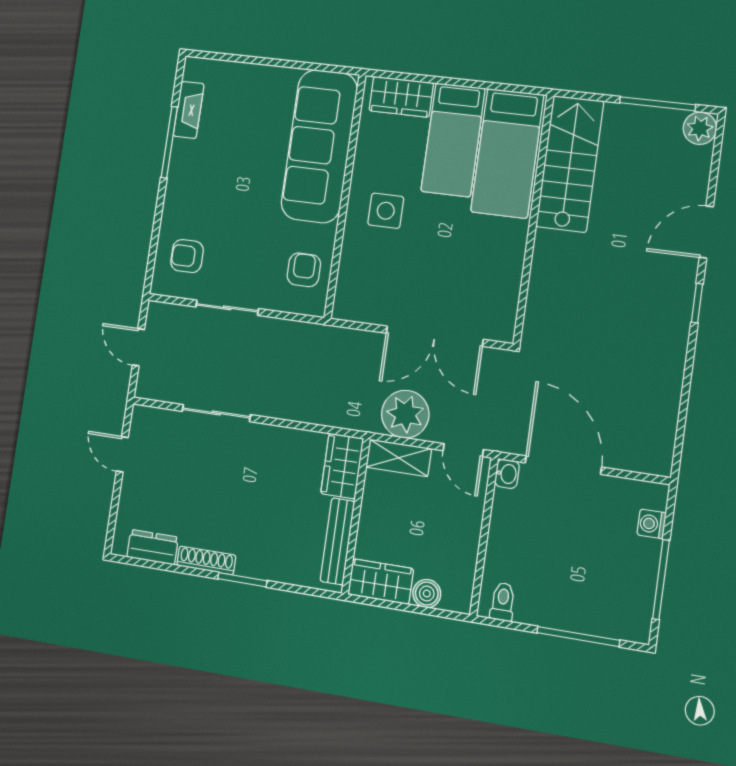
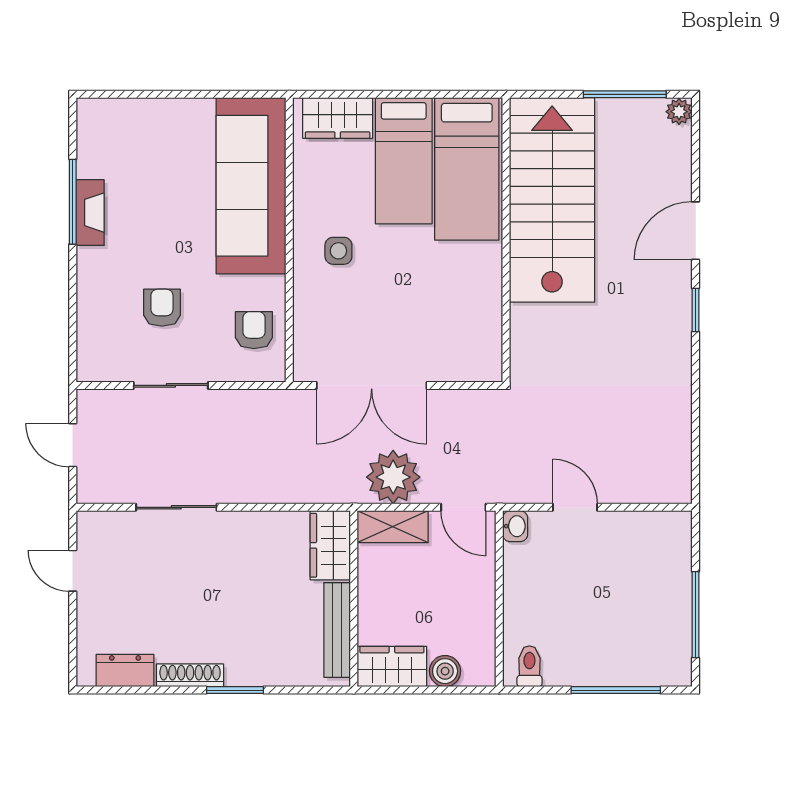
fireplace: (189, 110) -> (90, 213), moved
plant: (700, 128) -> (679, 112), width x0.73, depth x0.73
stairs: (570, 164) -> (552, 200), width x1.36, depth x1.51
side table: (386, 211) -> (338, 251), width x0.73, depth x0.73
armchair: (187, 256) -> (162, 308), moved, turned 90
double door: (435, 336) -> (372, 385), moved
door: (563, 465) -> (575, 507), width x0.53
washing machine: (652, 524) -> (678, 556), removed

